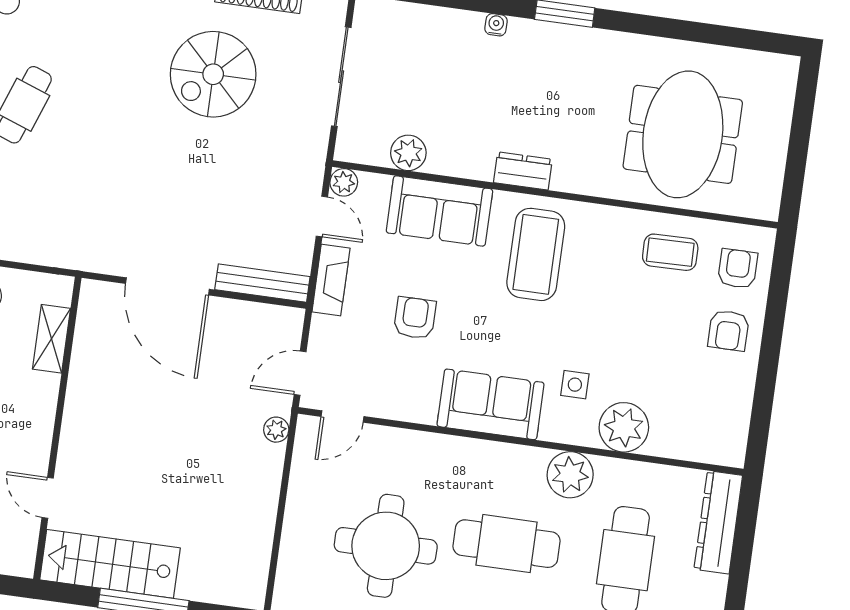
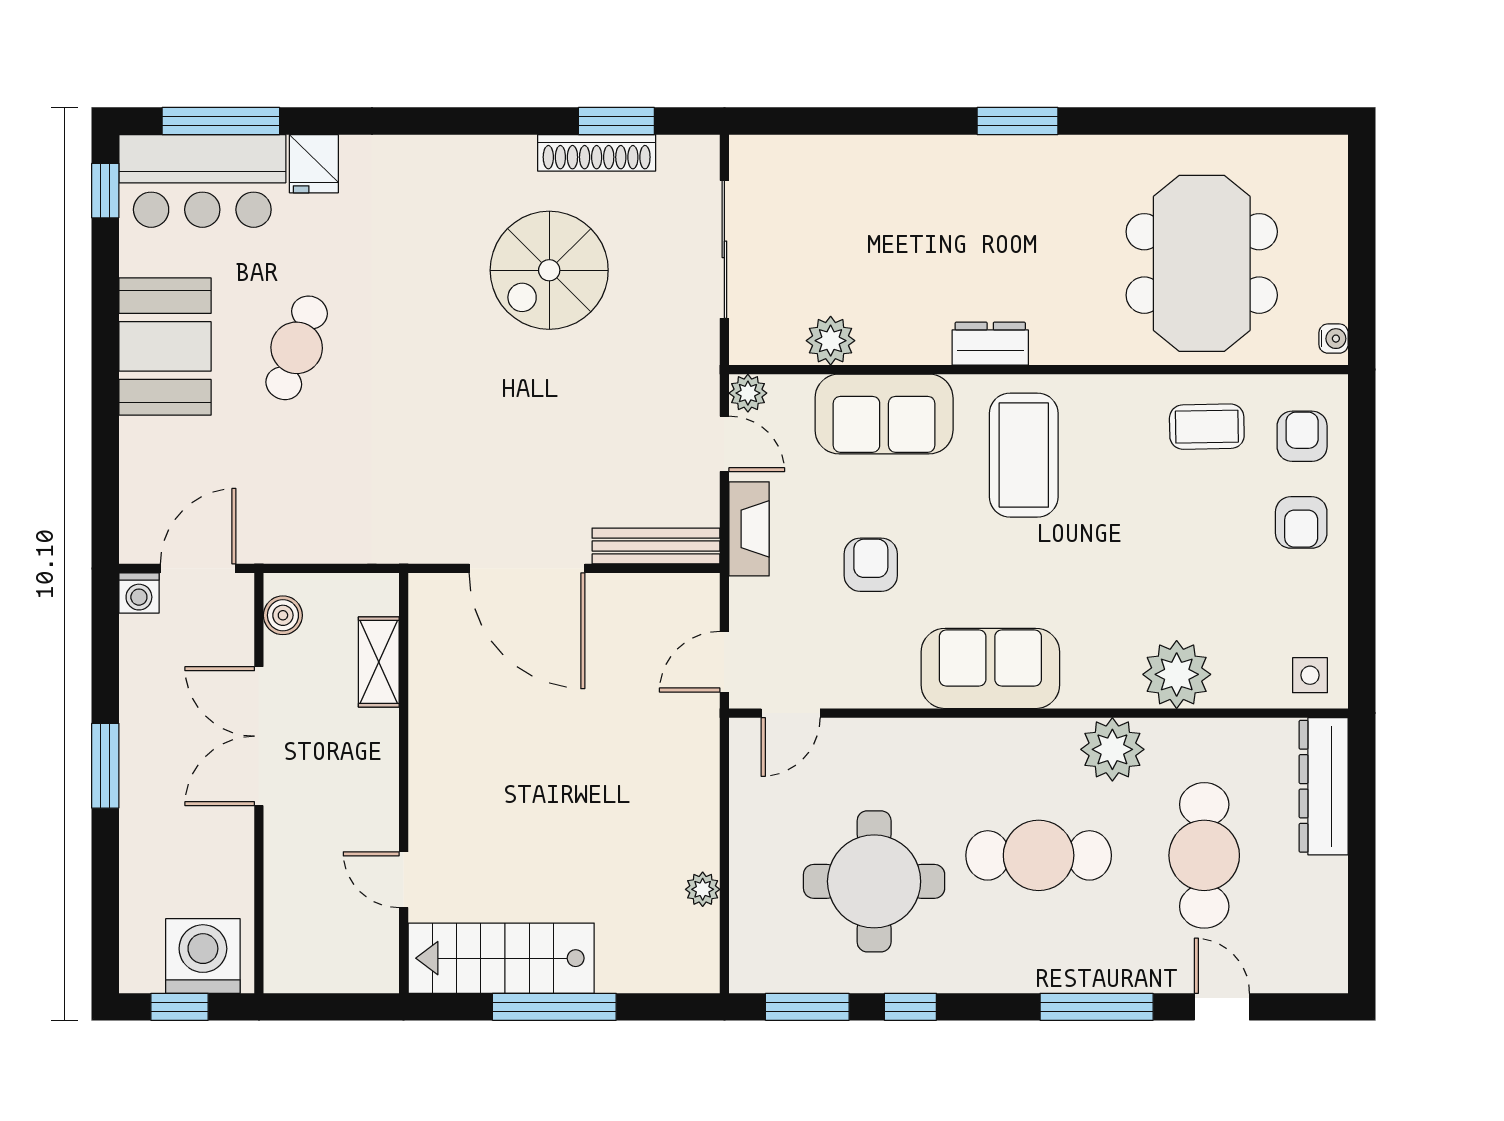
water cooler: (496, 25) -> (1334, 339), moved, turned 90
side table: (575, 385) -> (1310, 675), moved
plant: (276, 430) -> (703, 889), moved

